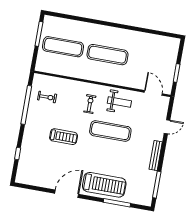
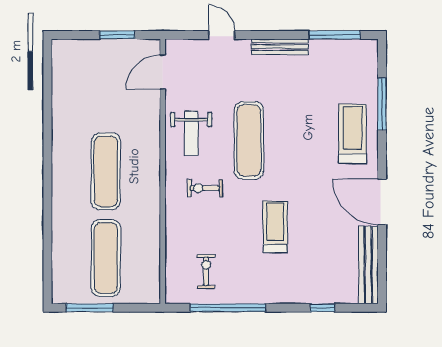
weight bench: (119, 102) -> (191, 133), turned 180
bench: (35, 181) -> (368, 265), added
treadmill: (104, 185) -> (352, 134), width x0.73, depth x0.73

